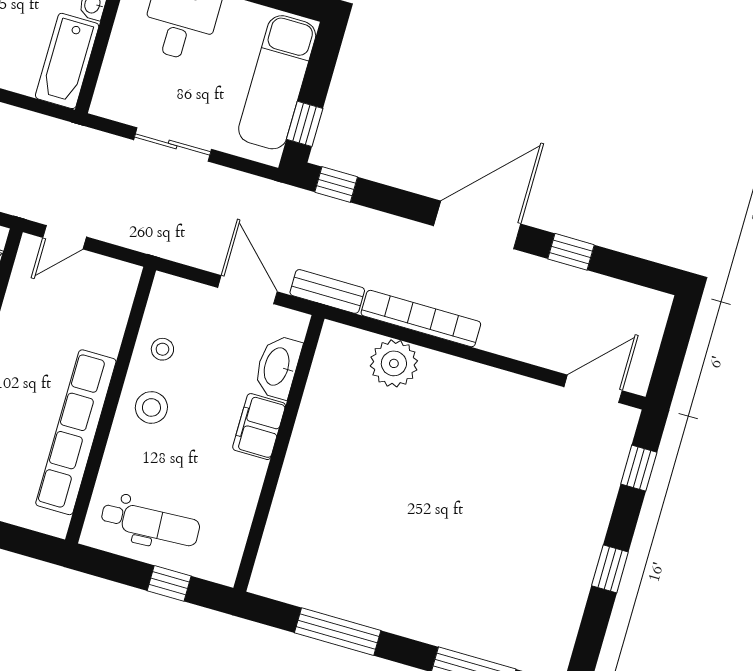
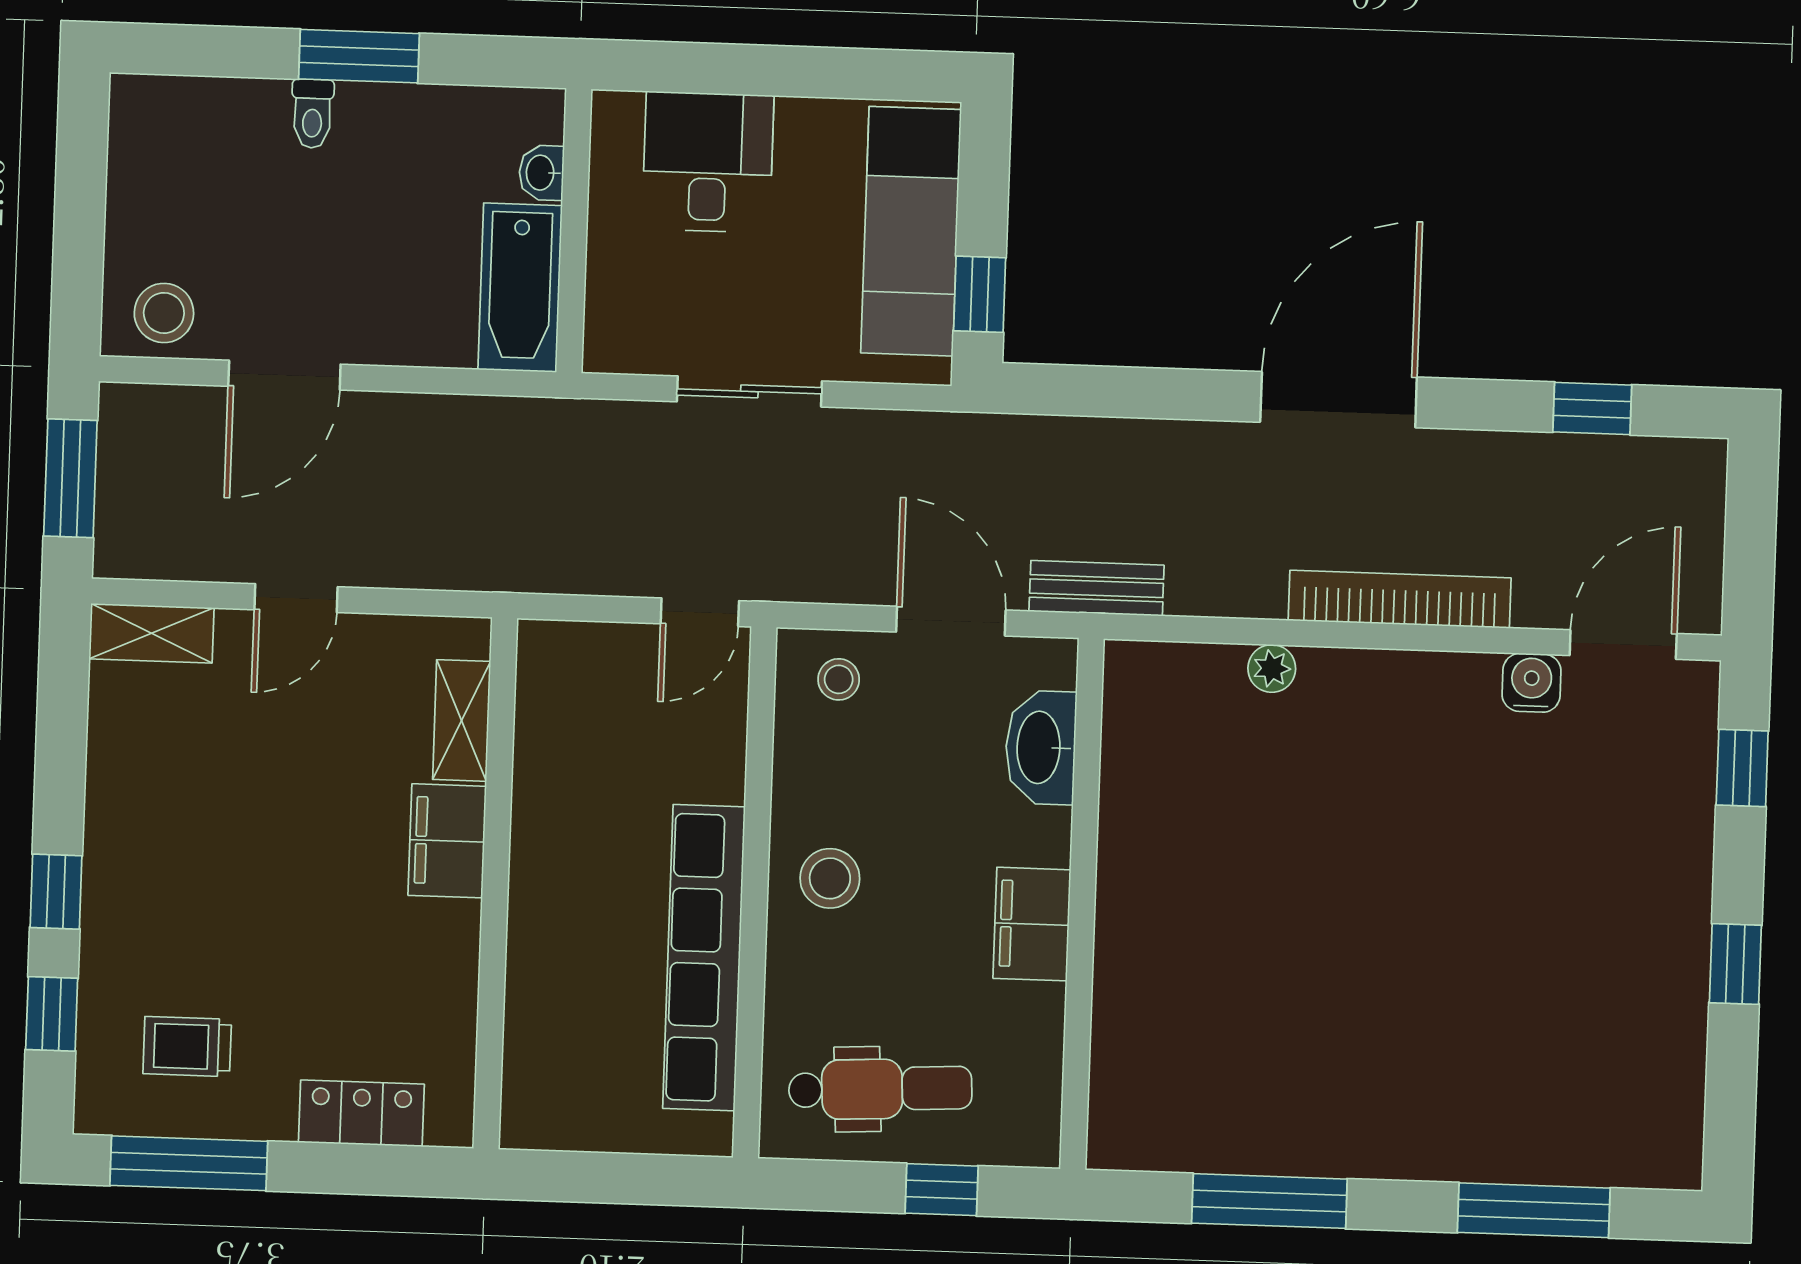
window: (336, 184) -> (1064, 390), removed
door: (65, 237) -> (700, 612), moved
window: (571, 252) -> (1592, 408), moved
bookcase: (421, 319) -> (1400, 599), moved
stool: (162, 349) -> (839, 679), moved
plant: (394, 363) -> (1272, 669), width x0.53, depth x0.53
water cooler: (541, 397) -> (1532, 683), added
filing cabinet: (259, 427) -> (1032, 924), moved

